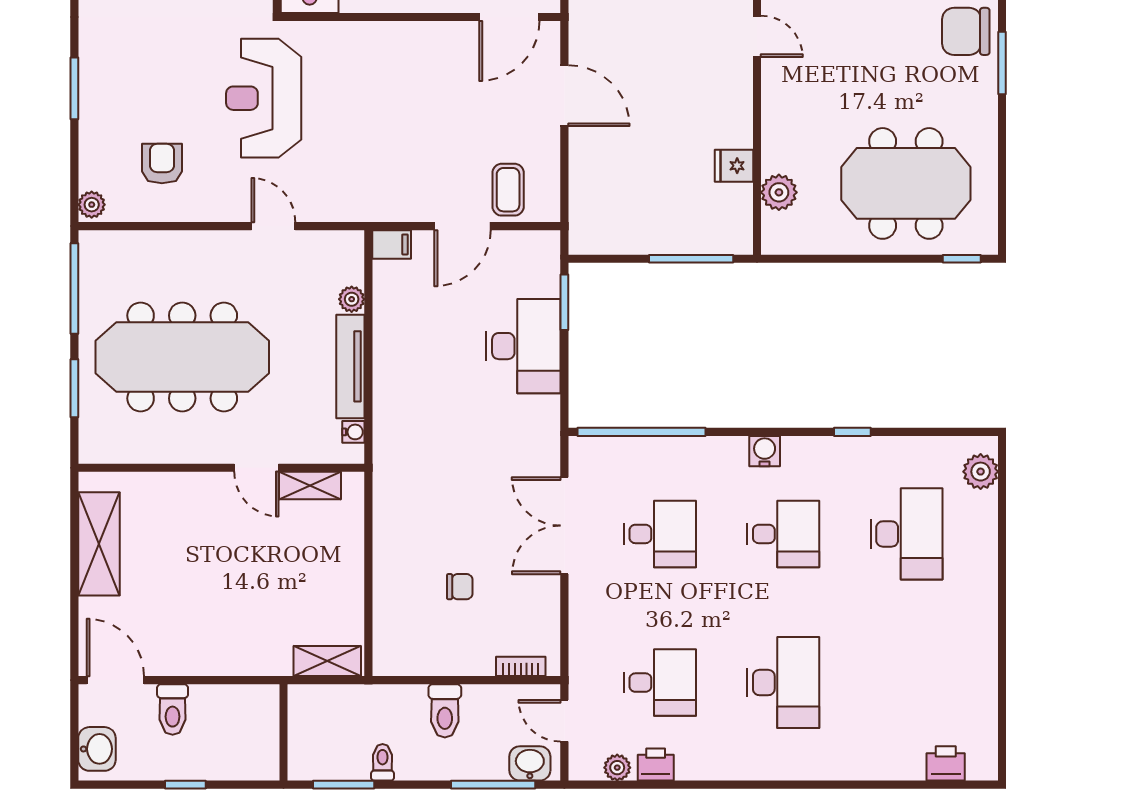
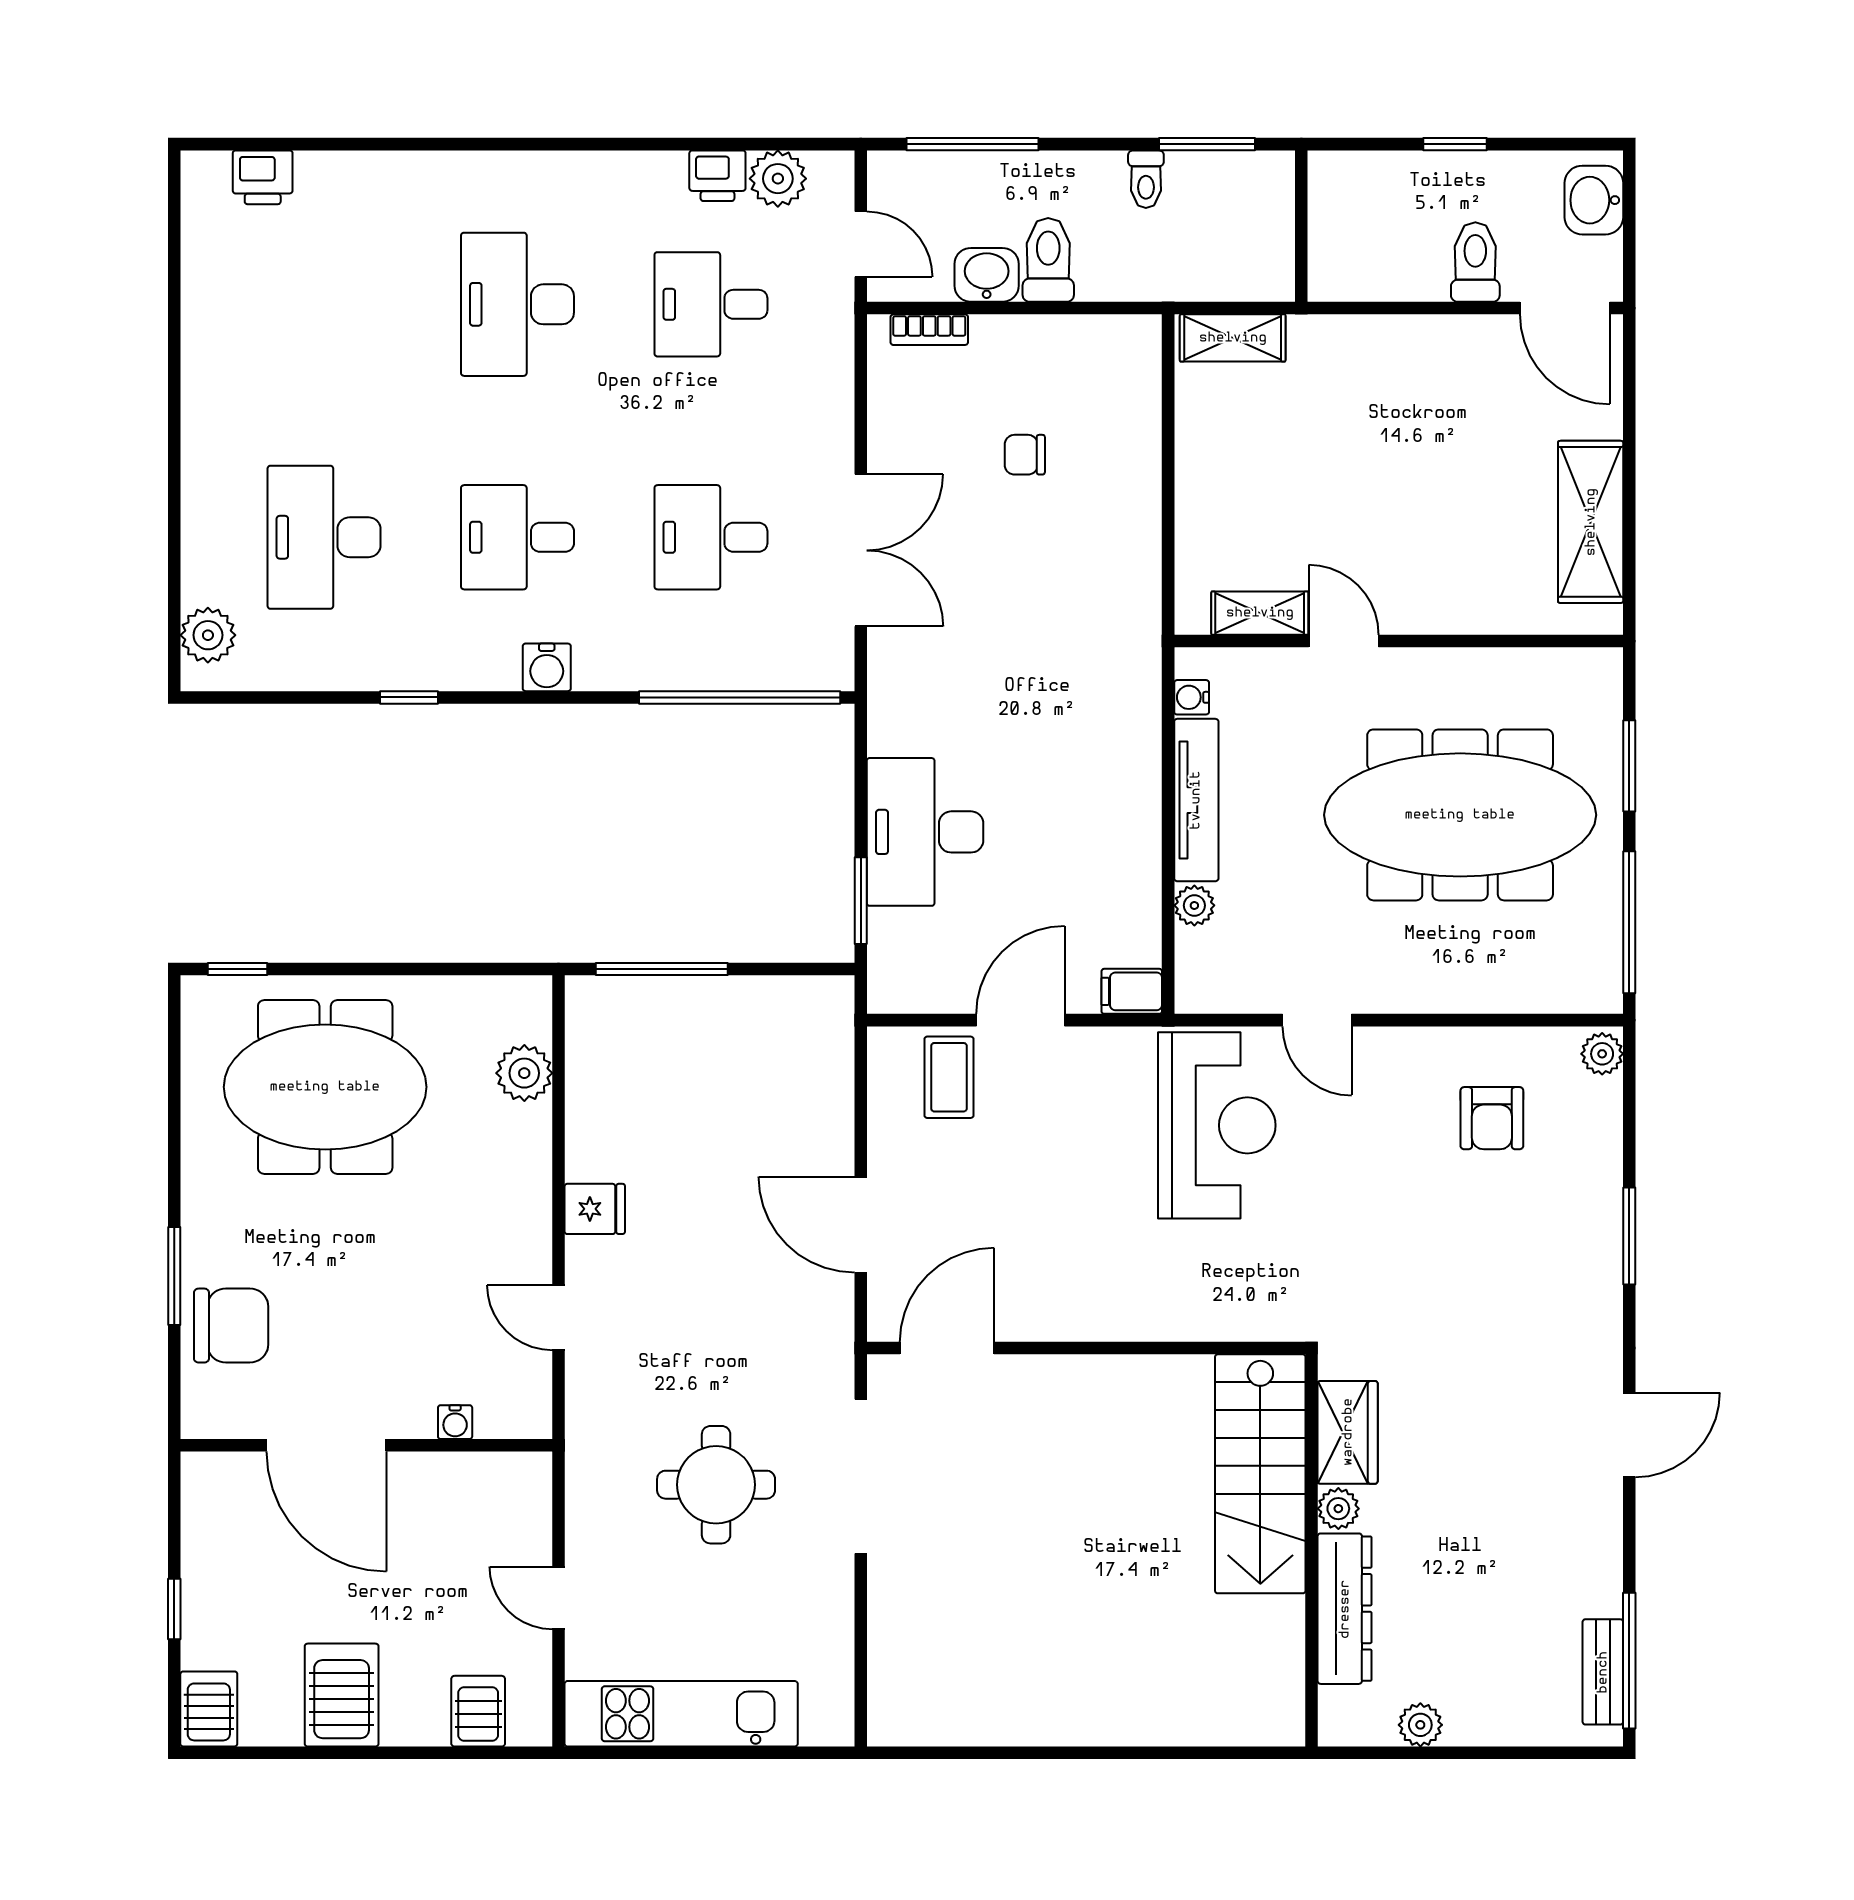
reception desk: (264, 98) -> (1217, 1125), moved
fridge: (734, 166) -> (595, 1209), moved
washbasin: (530, 763) -> (987, 275), moved, turned 180
plant: (617, 768) -> (778, 179), width x1.38, depth x1.38

